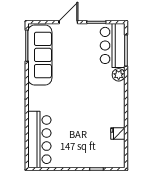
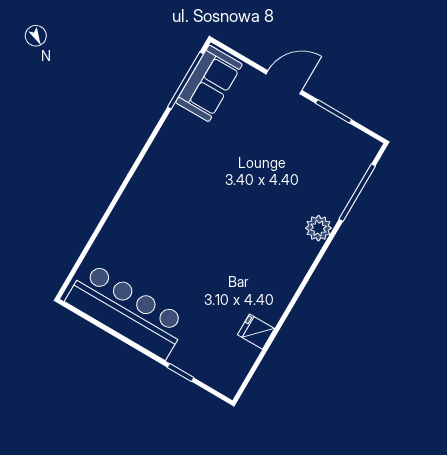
bar counter: (113, 45) -> (339, 170), removed
sofa: (40, 55) -> (209, 83), width x0.54, depth x0.79
bar counter: (39, 140) -> (127, 311), moved, turned -90

